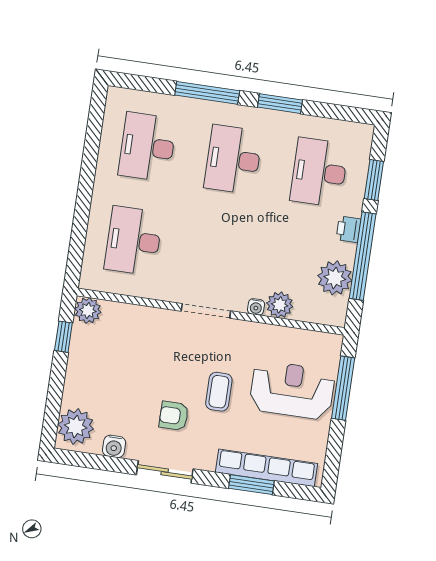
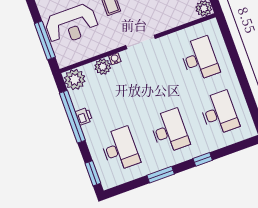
window: (207, 93) -> (203, 159), width x0.46
window: (374, 180) -> (93, 173), moved
printer: (349, 229) -> (84, 116), moved
plant: (335, 278) -> (75, 79), moved

